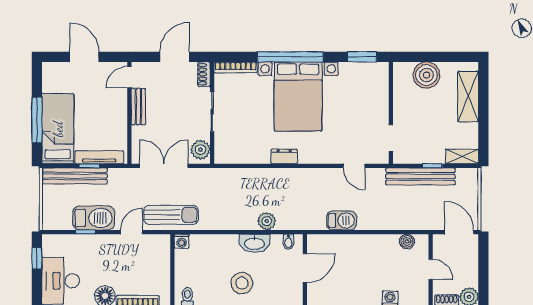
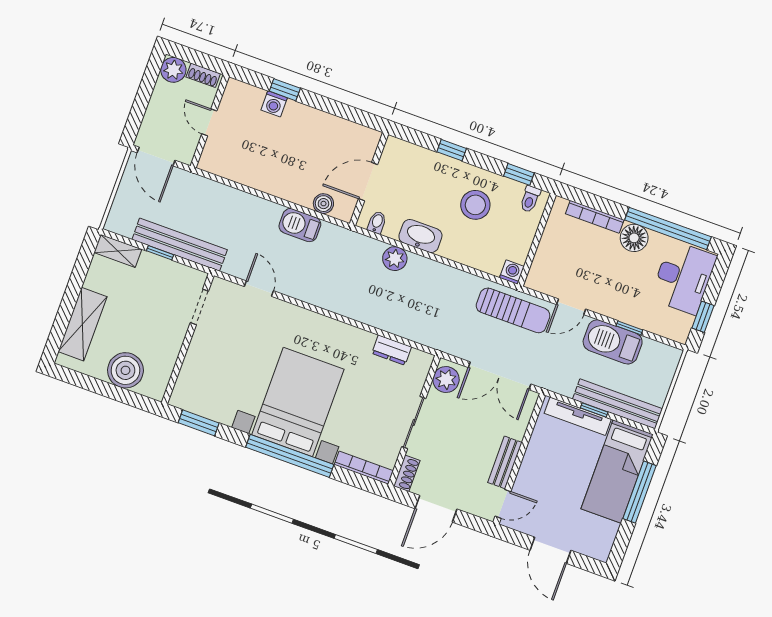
dresser: (284, 156) -> (392, 350), moved
sun lounger: (171, 215) -> (513, 310), turned 180
boiler: (407, 241) -> (323, 204), moved
stool: (242, 283) -> (475, 205), moved

